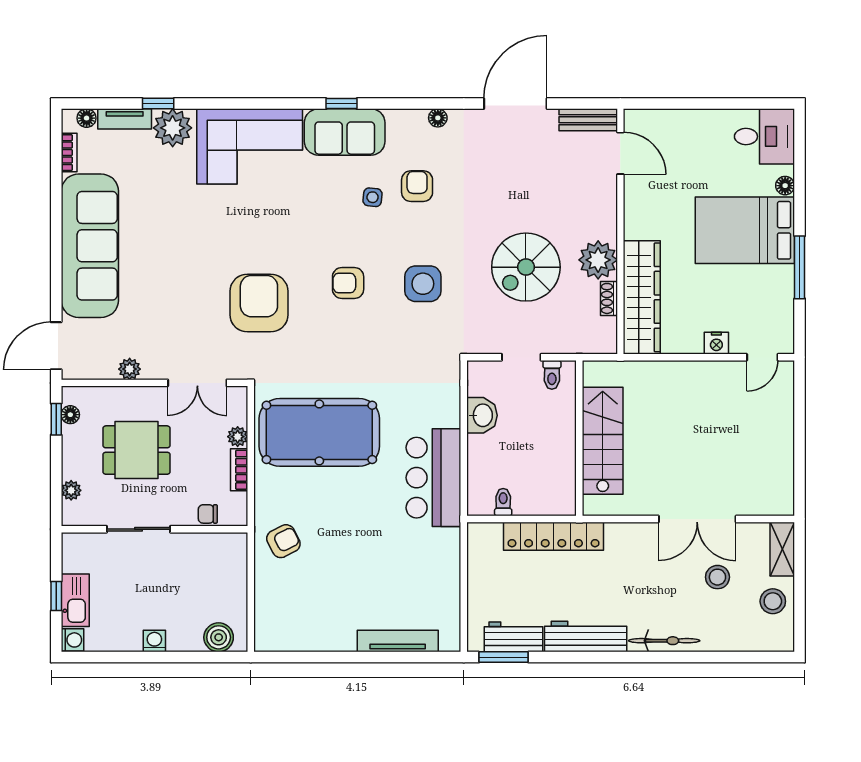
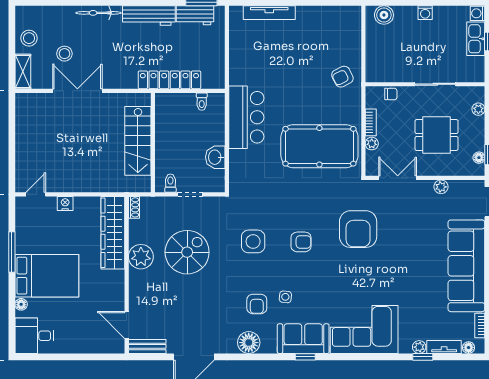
floor lamp: (438, 118) -> (249, 343), width x1.89, depth x1.89
plant: (173, 128) -> (419, 347), width x0.53, depth x0.53
shoe rack: (609, 298) -> (134, 207), moved

